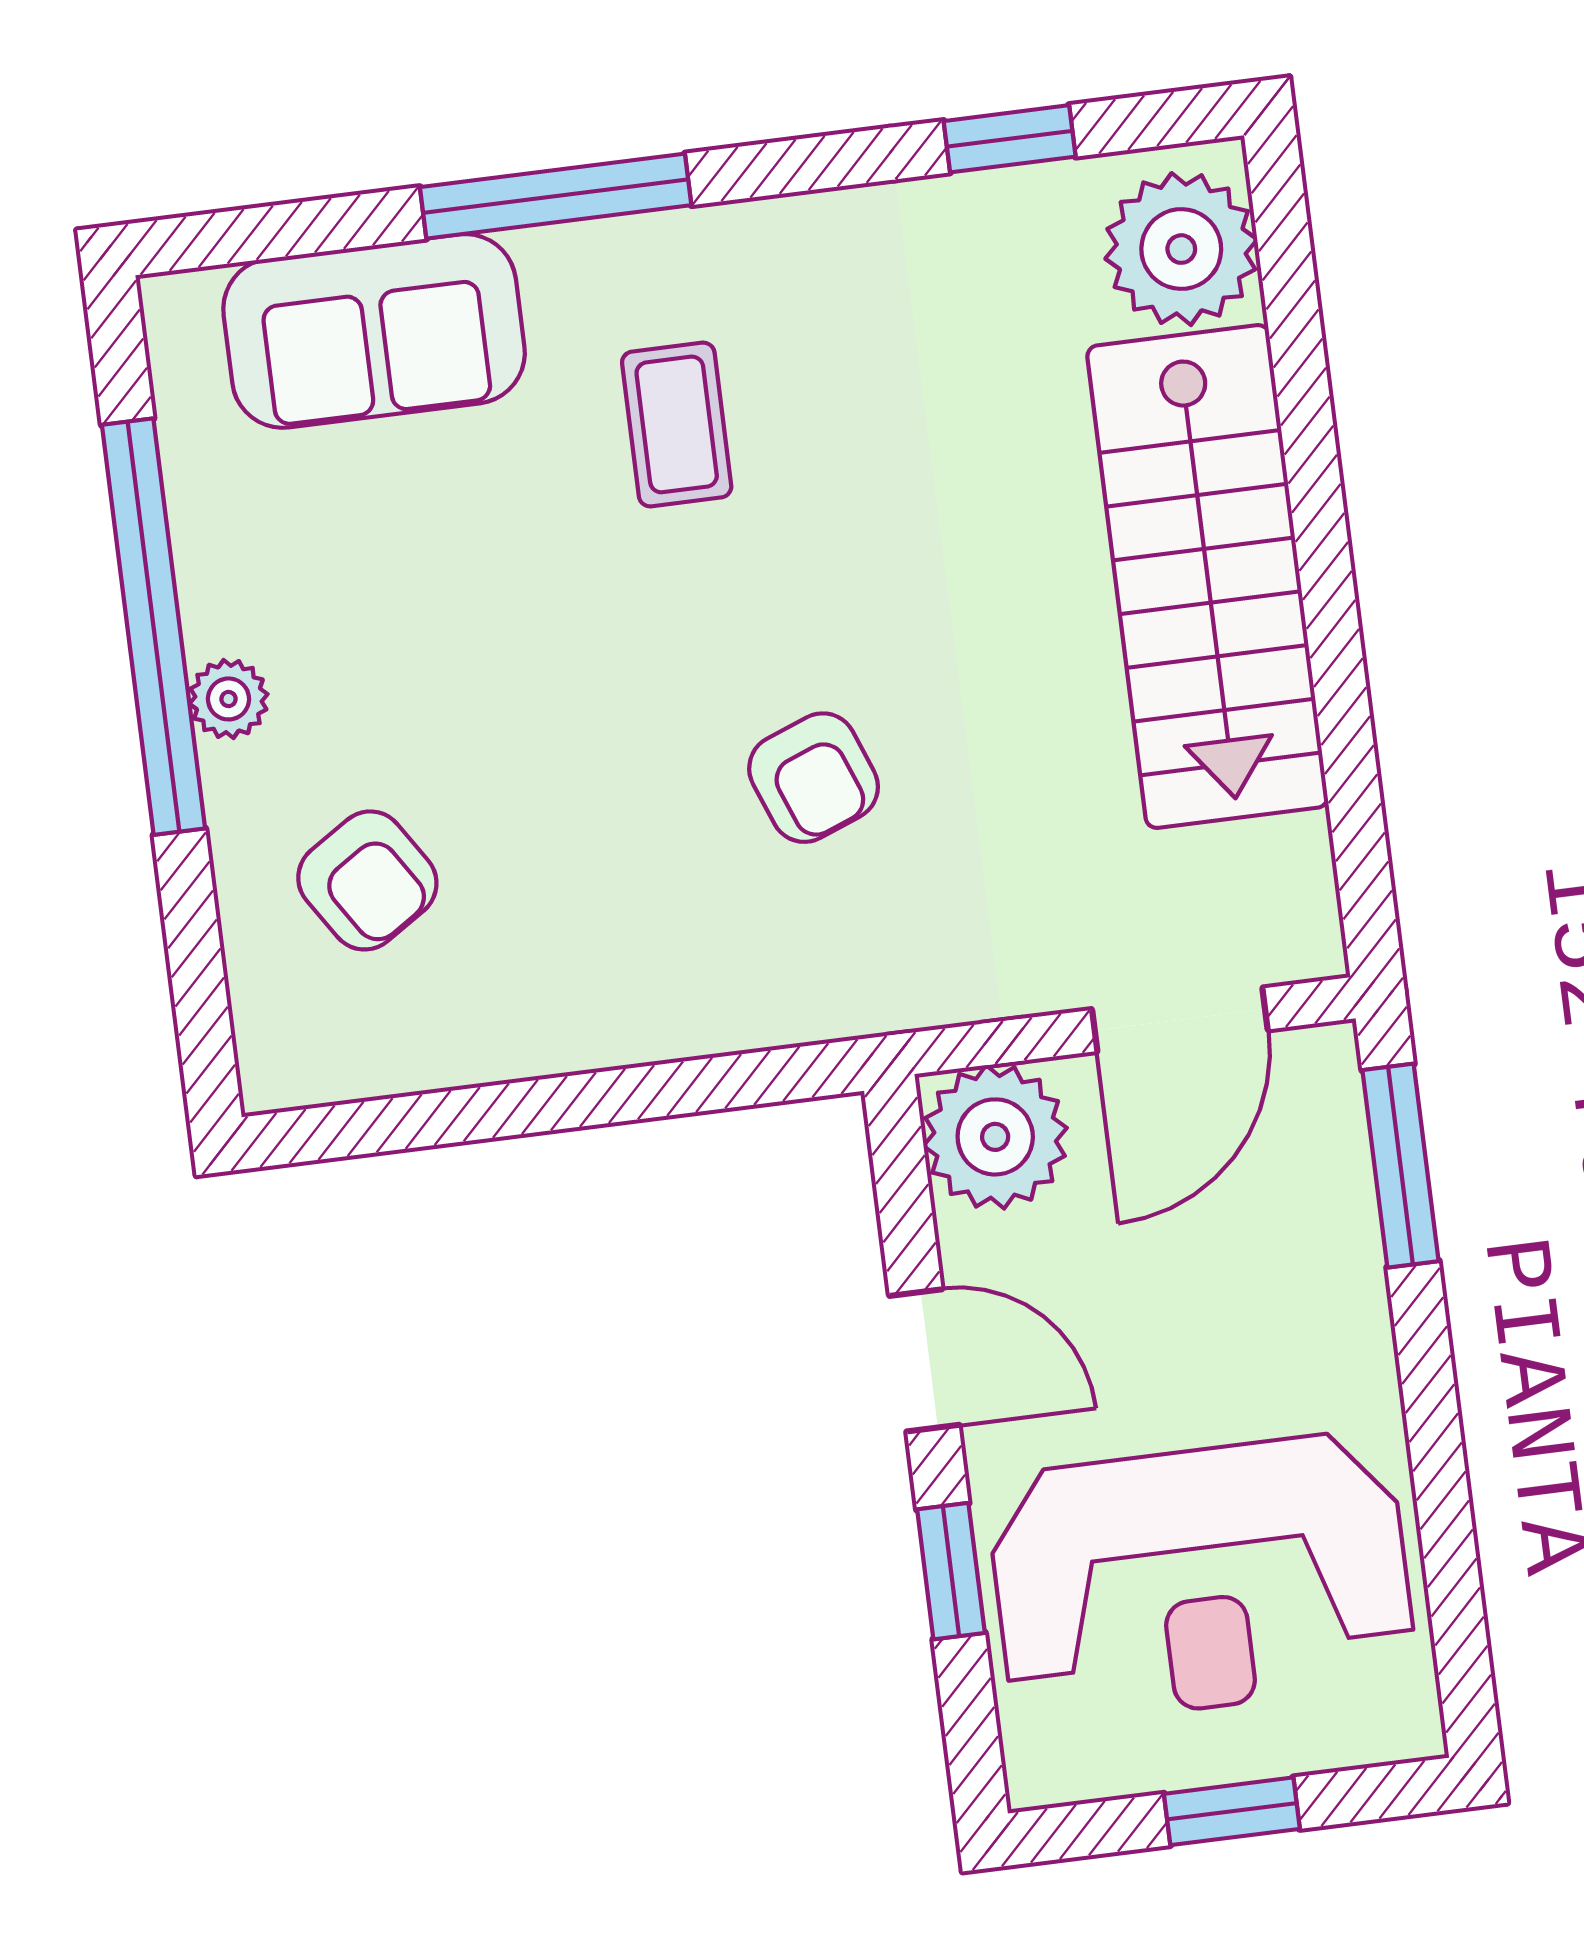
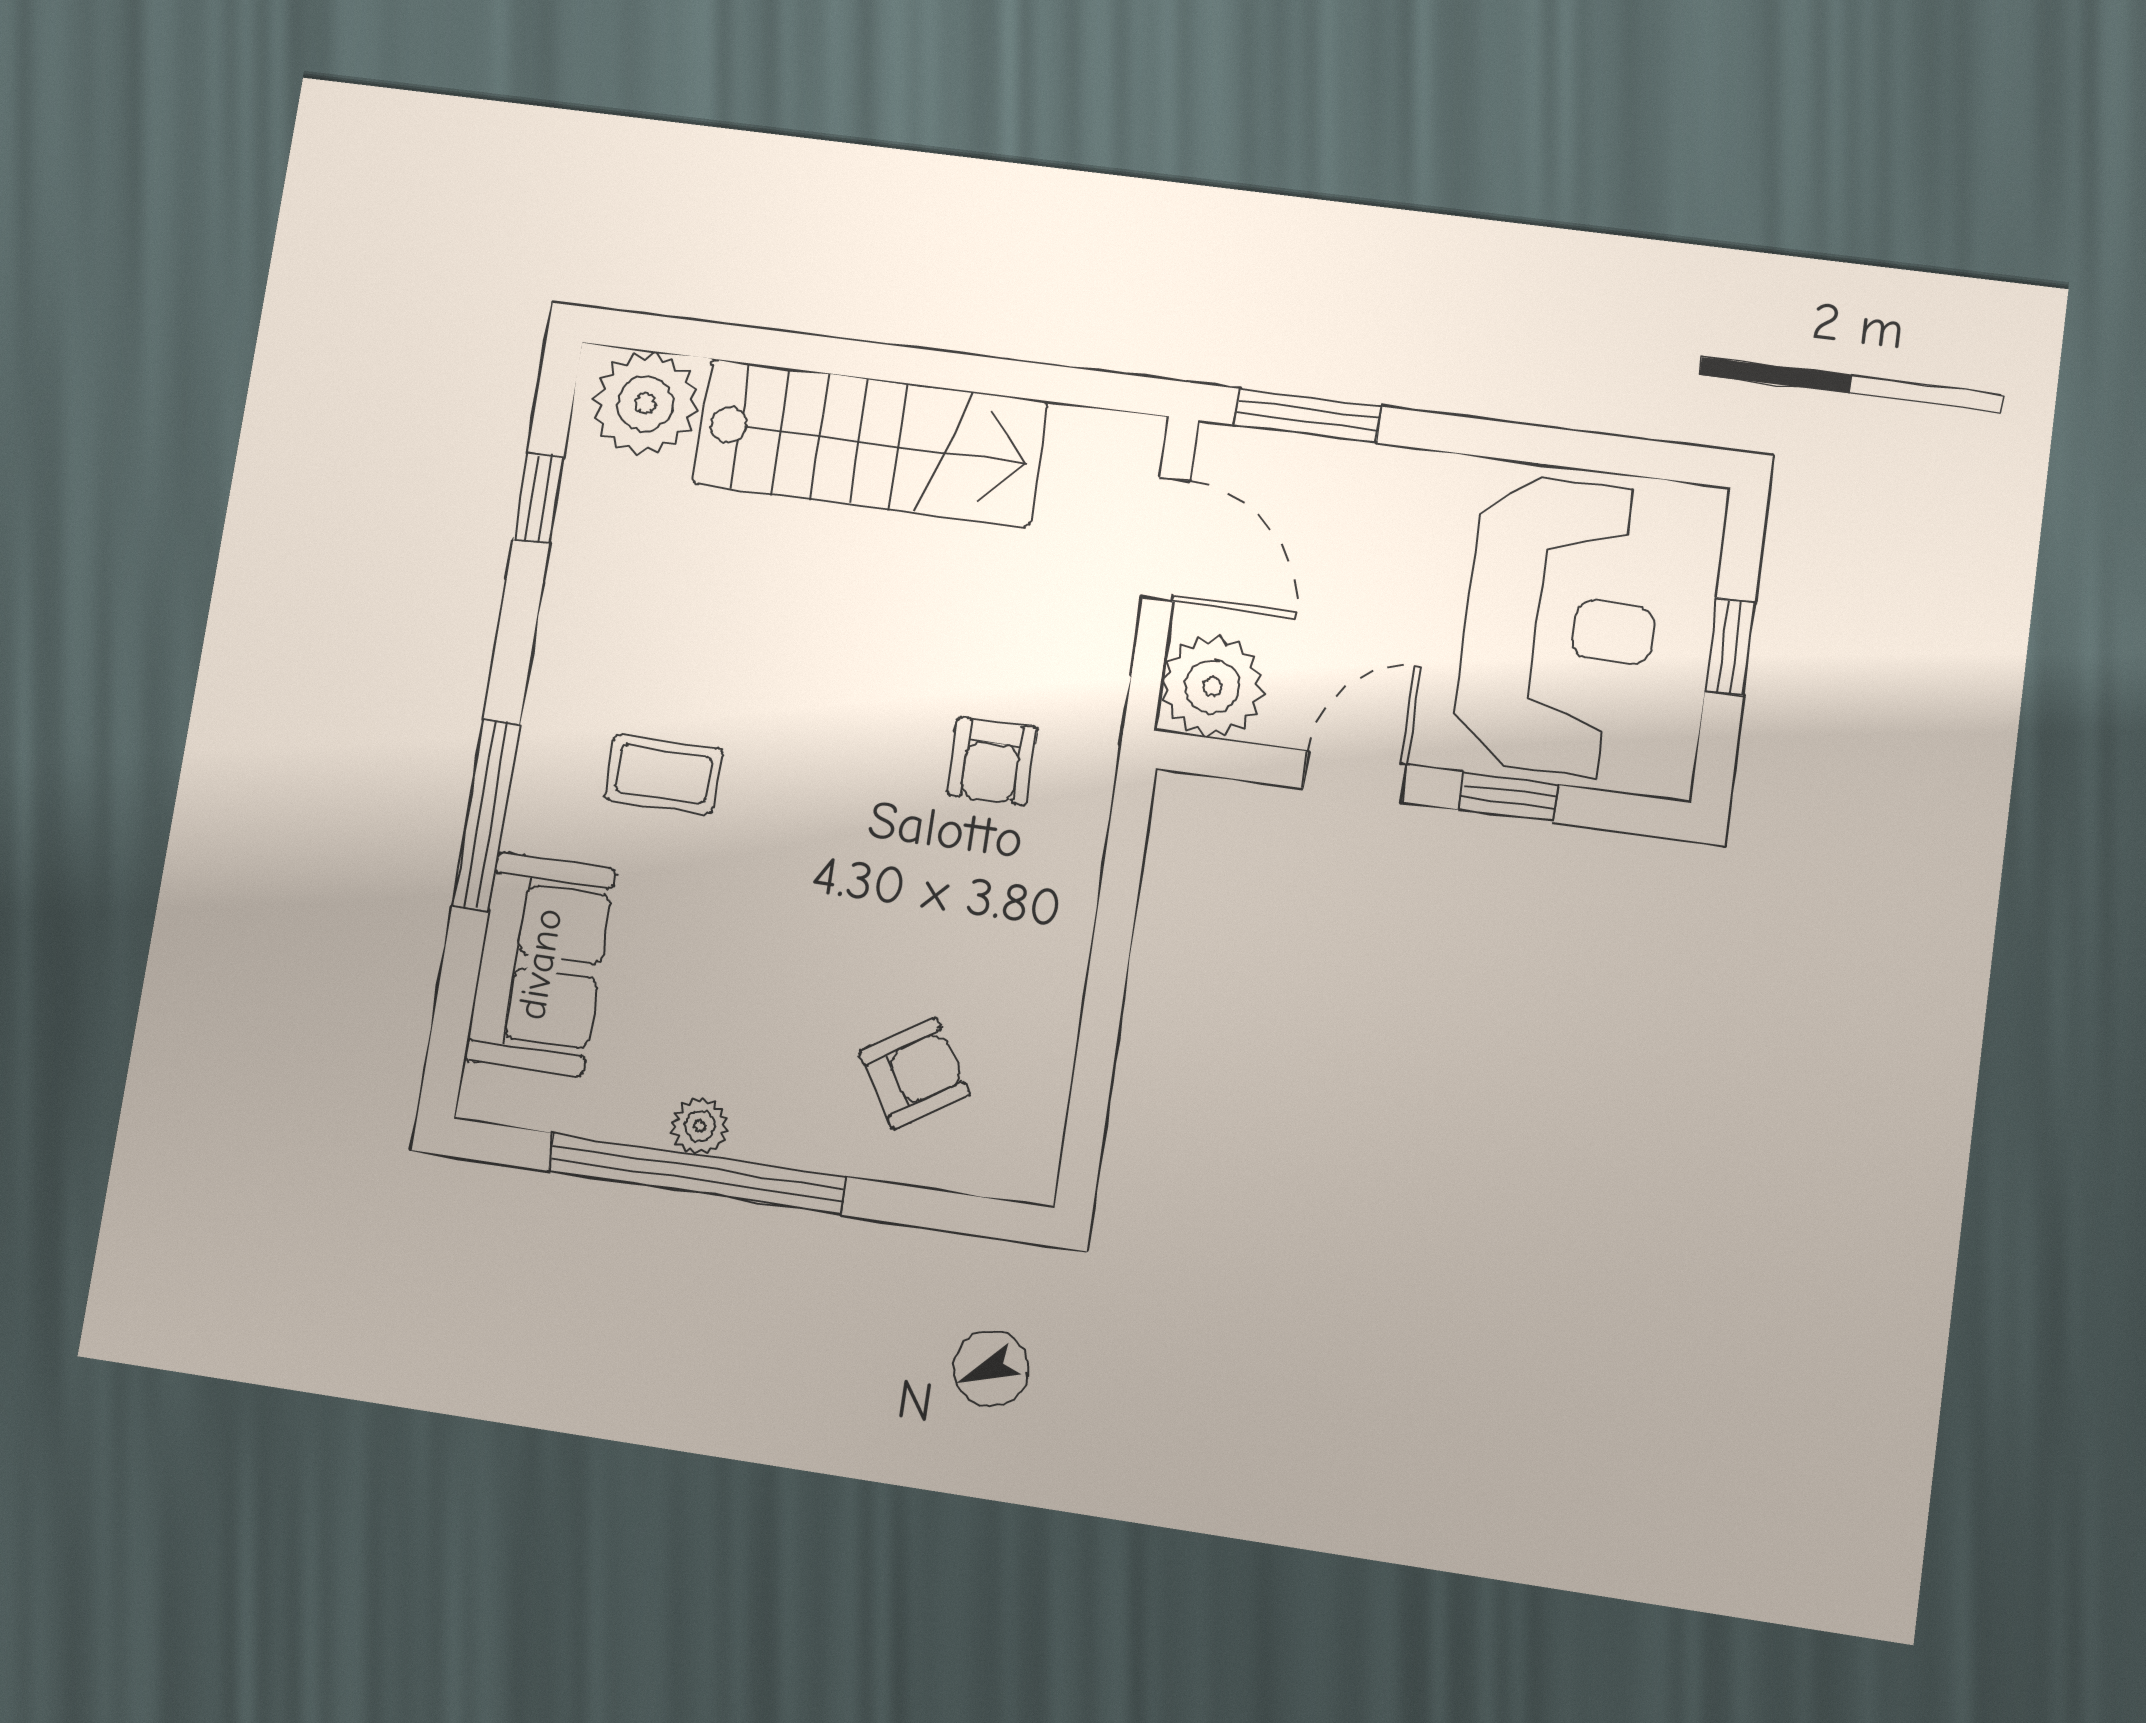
plant: (229, 699) -> (700, 1126), moved
armchair: (814, 778) -> (992, 761), moved, turned 111

